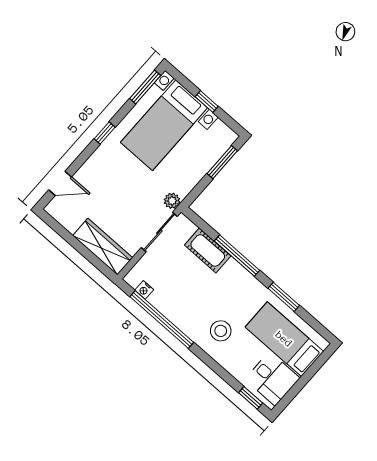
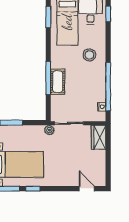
window: (105, 133) -> (33, 189), moved
wardrobe: (103, 247) -> (99, 137), width x0.67
cot: (208, 250) -> (58, 82), moved
window: (284, 297) -> (48, 17), moved

